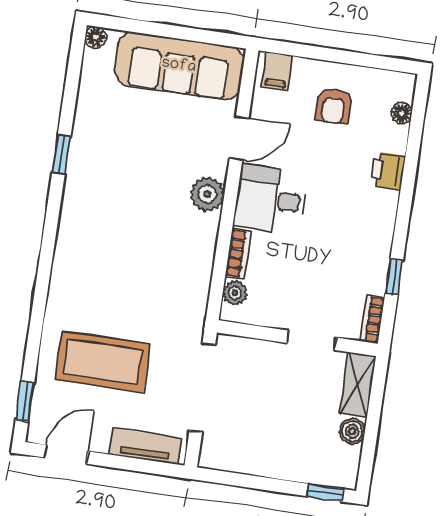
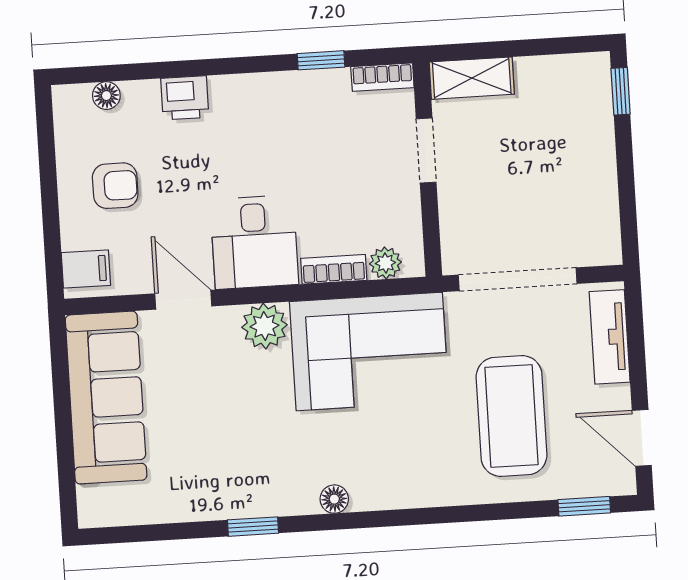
floor lamp: (96, 37) -> (334, 499), moved
corner sofa: (172, 267) -> (369, 351), added
boiler: (352, 431) -> (533, 72), removed

